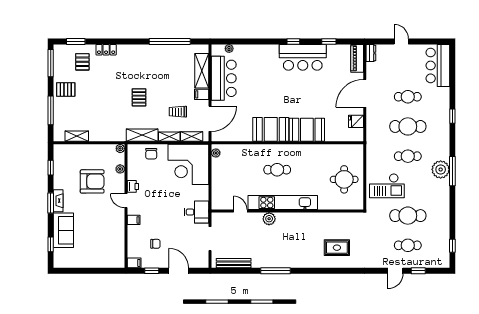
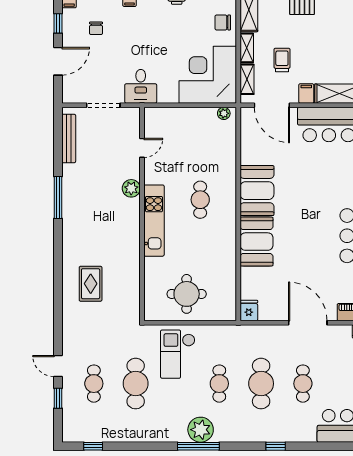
fridge: (356, 121) -> (249, 311), moved
kitchen unit: (283, 203) -> (154, 221), width x0.73

